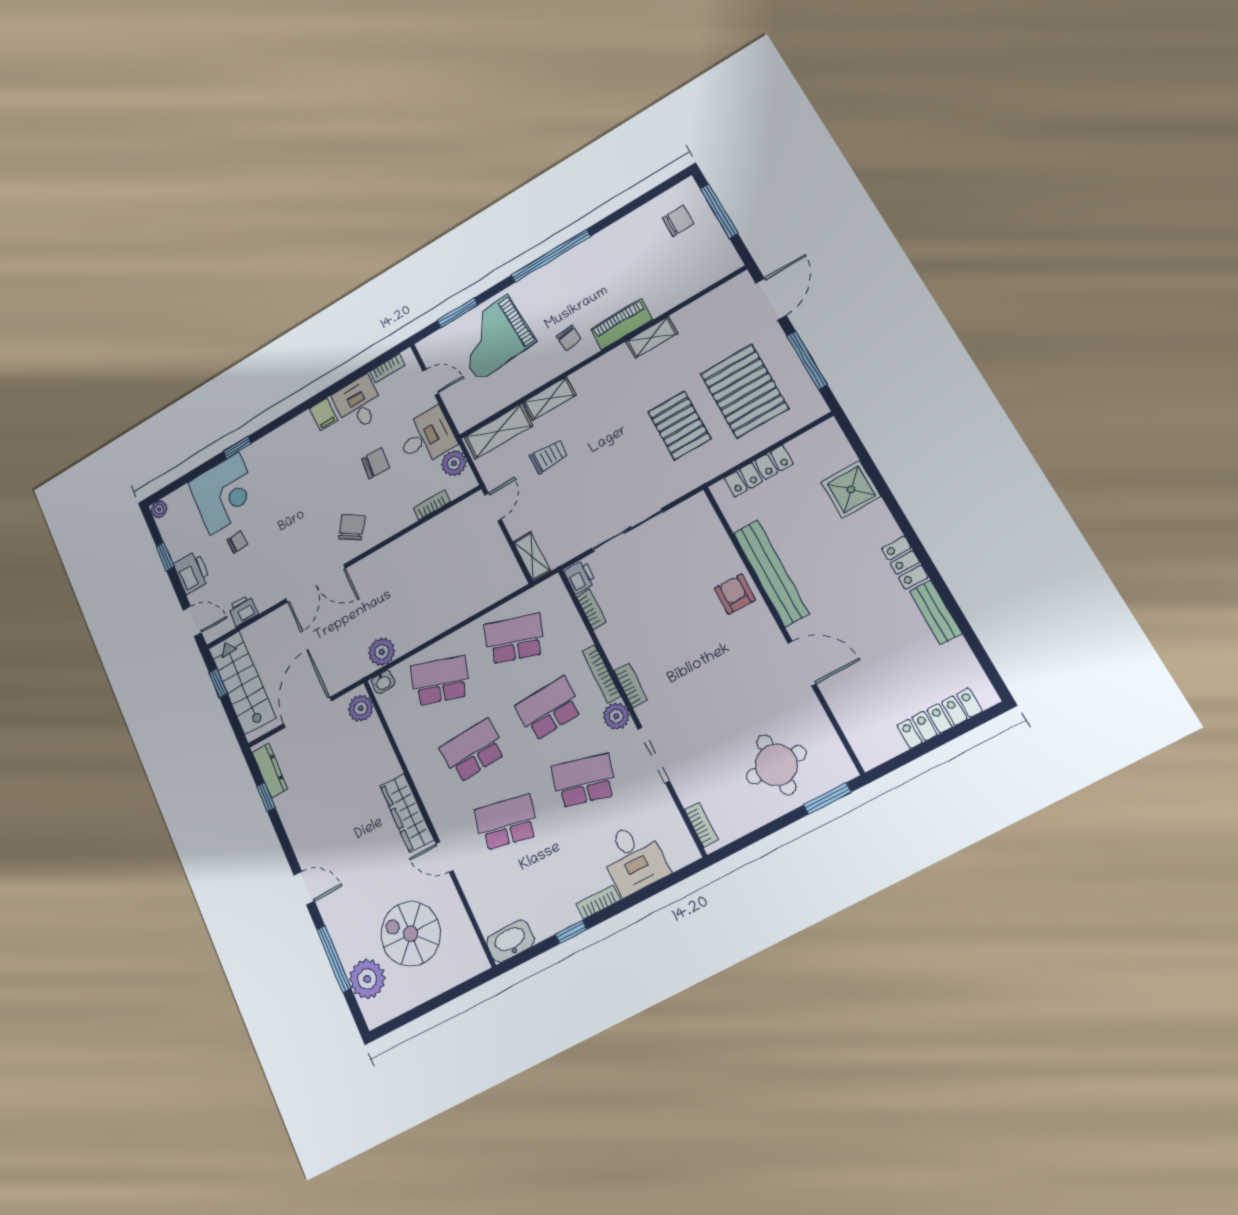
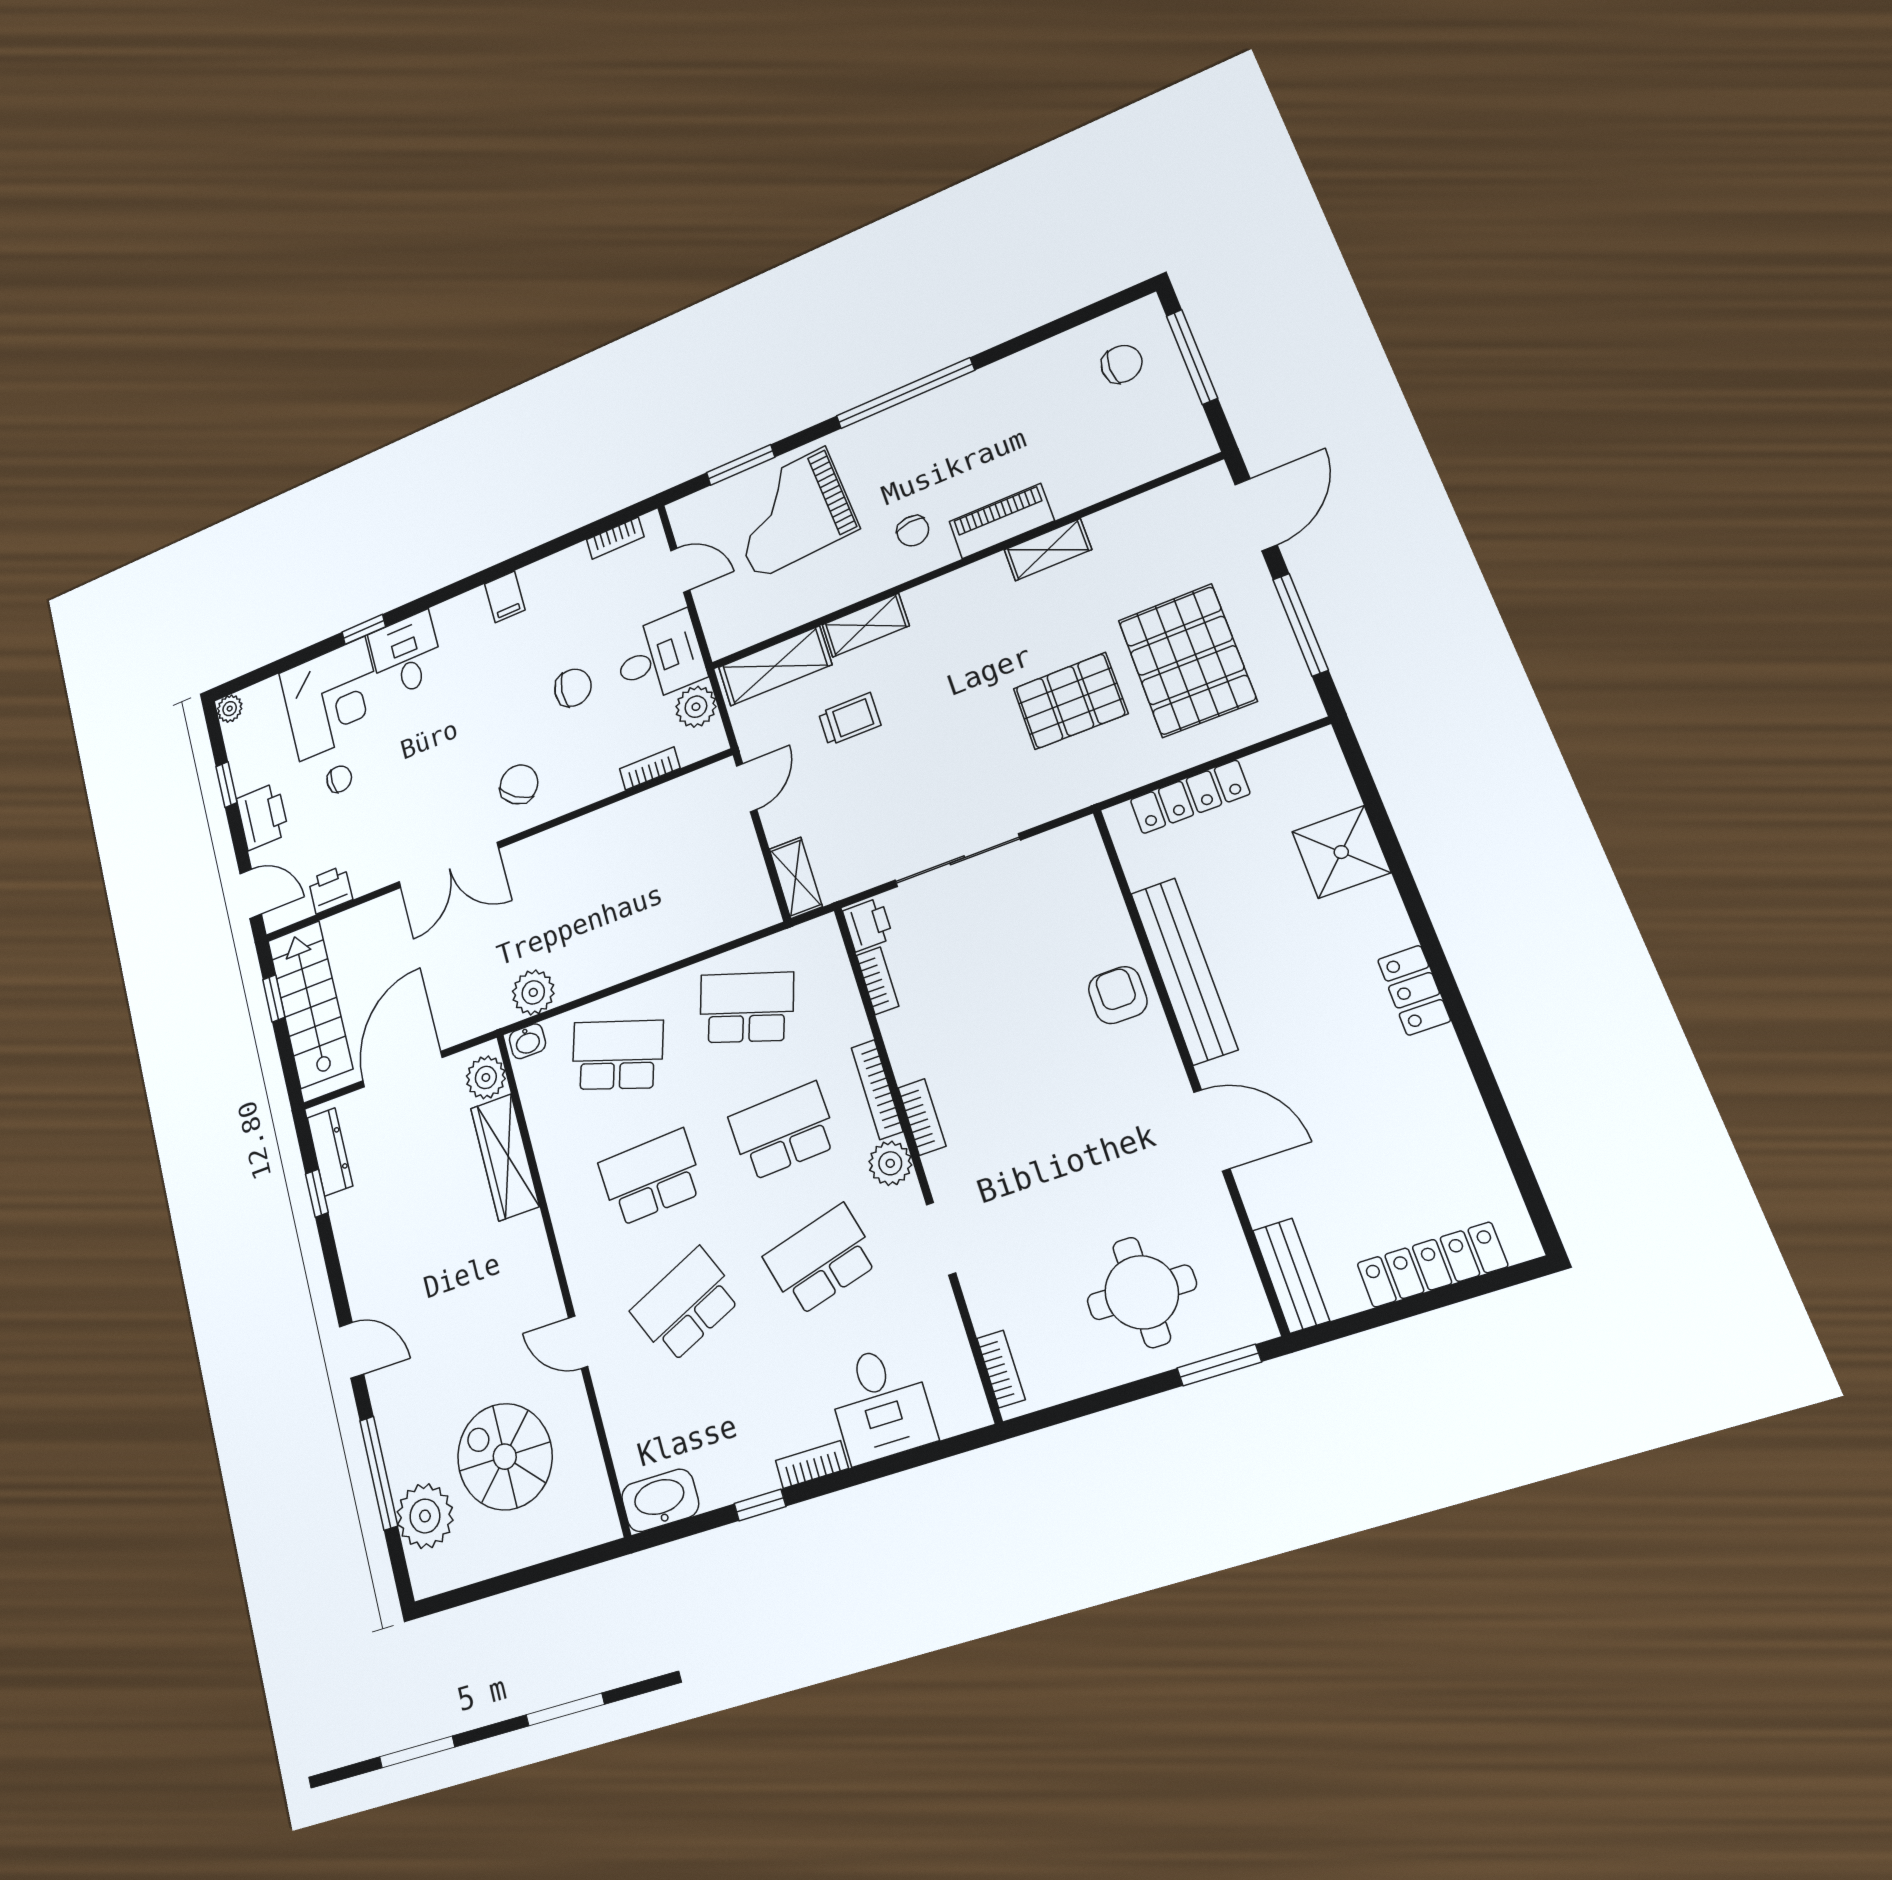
desk: (358, 404) -> (406, 655), moved
pallet: (679, 425) -> (1070, 701), turned 90
bench: (935, 612) -> (1291, 1276), moved
doorway: (654, 755) -> (941, 1239), width x0.73
school desk: (584, 781) -> (821, 1260), turned -30
wardrobe: (407, 813) -> (505, 1157), moved
school desk: (507, 822) -> (686, 1305), turned -36

